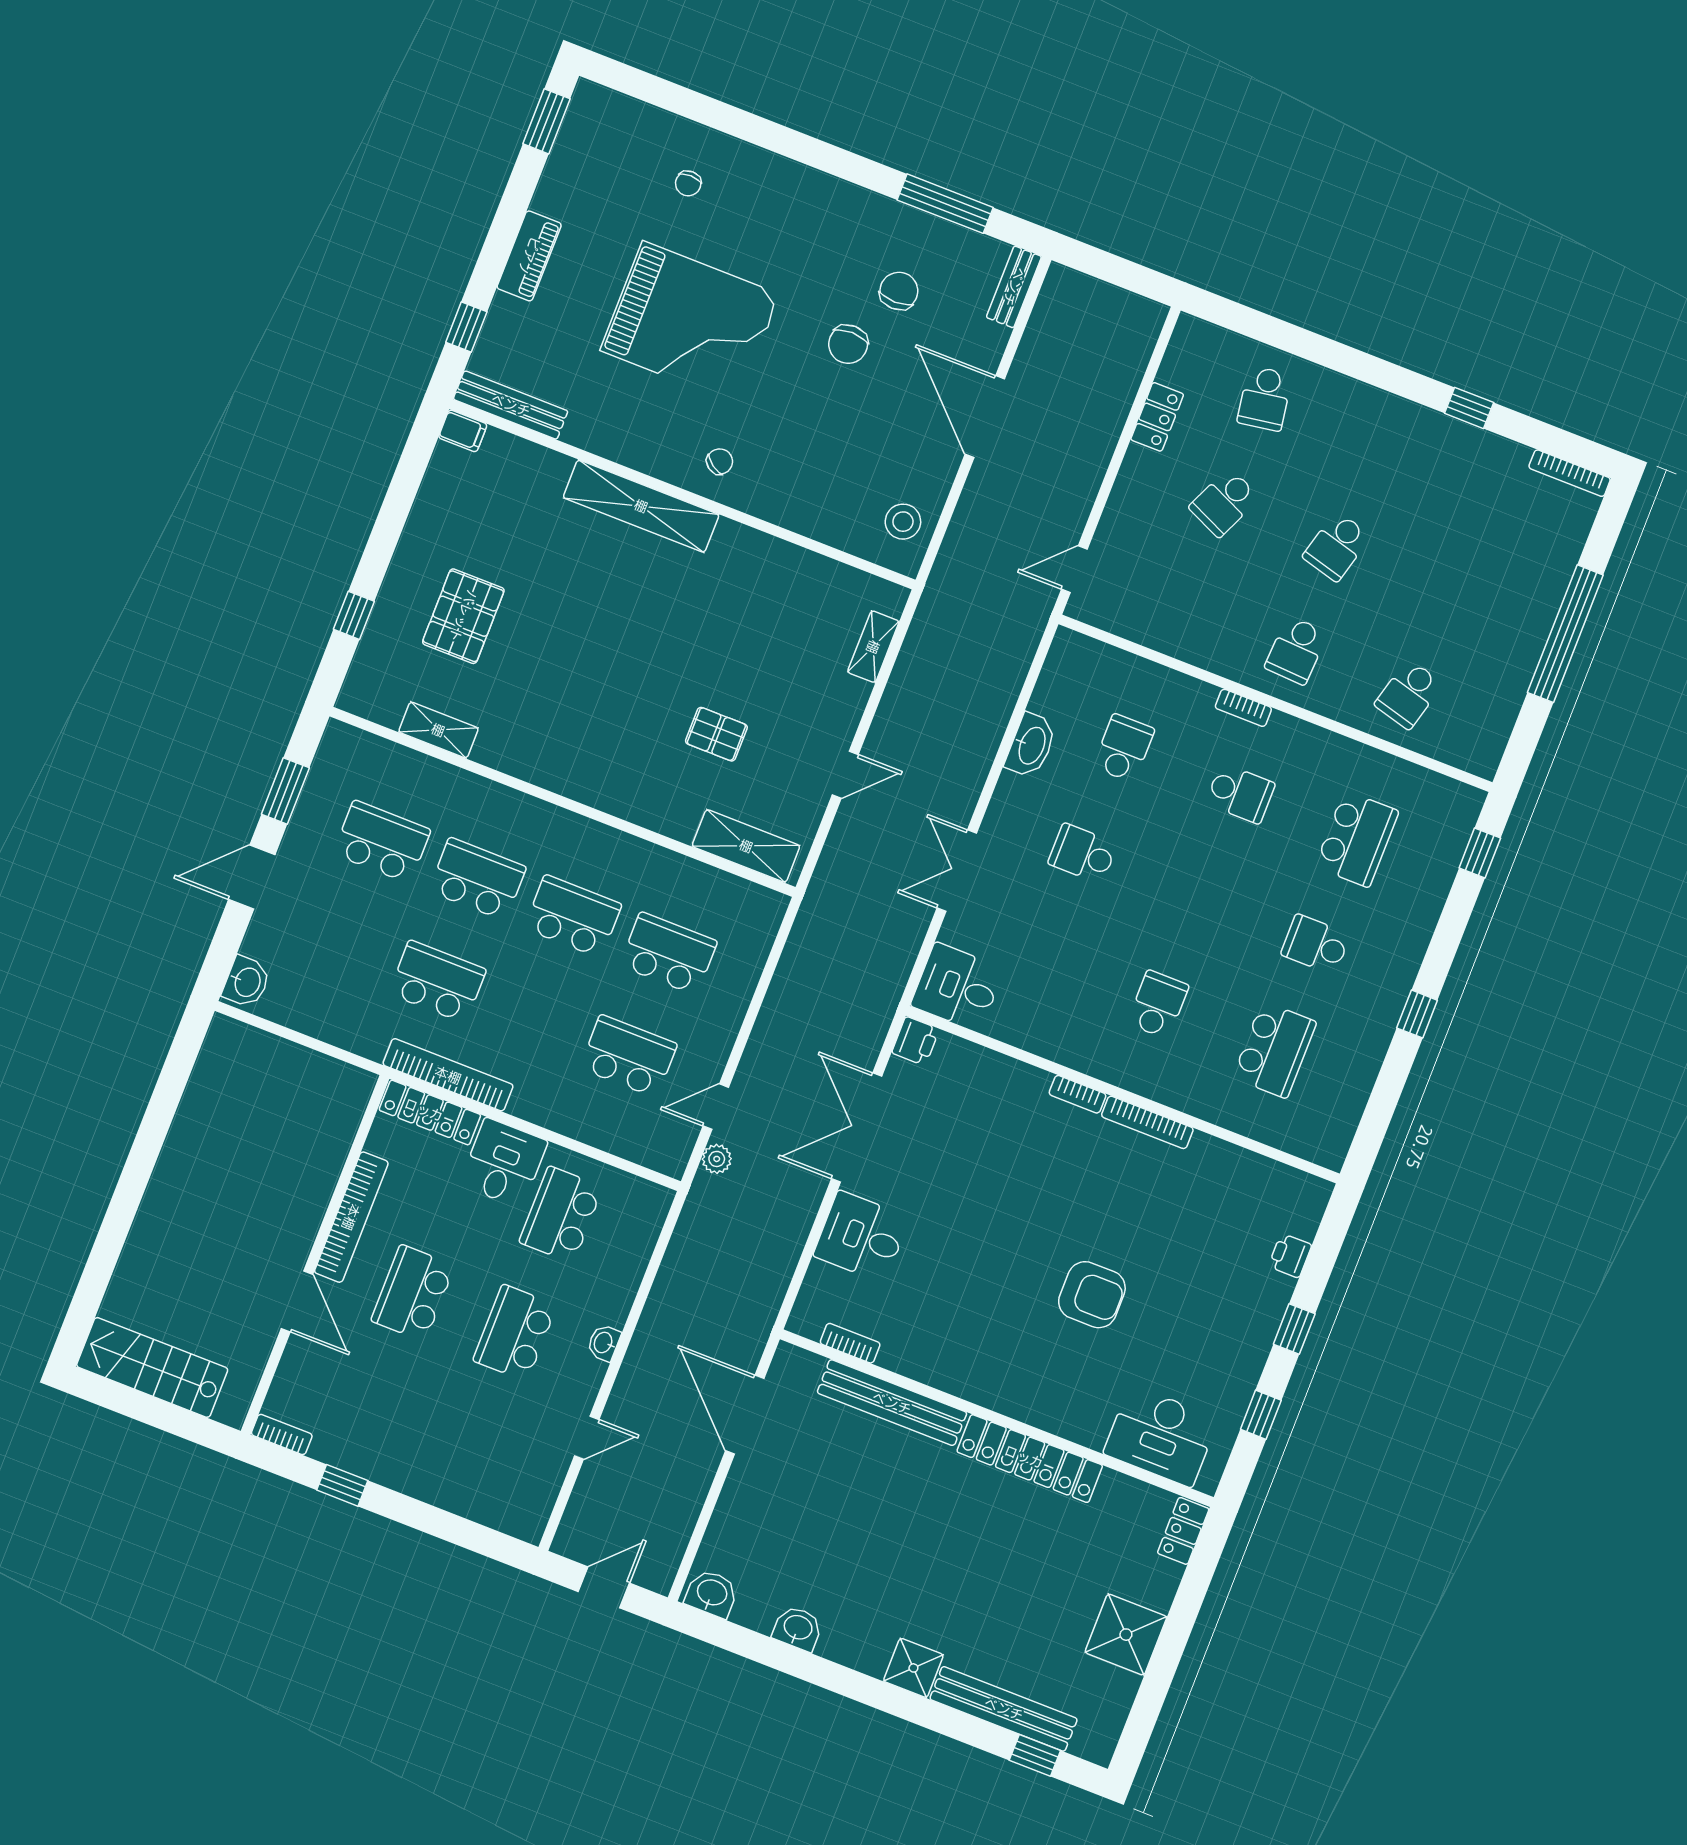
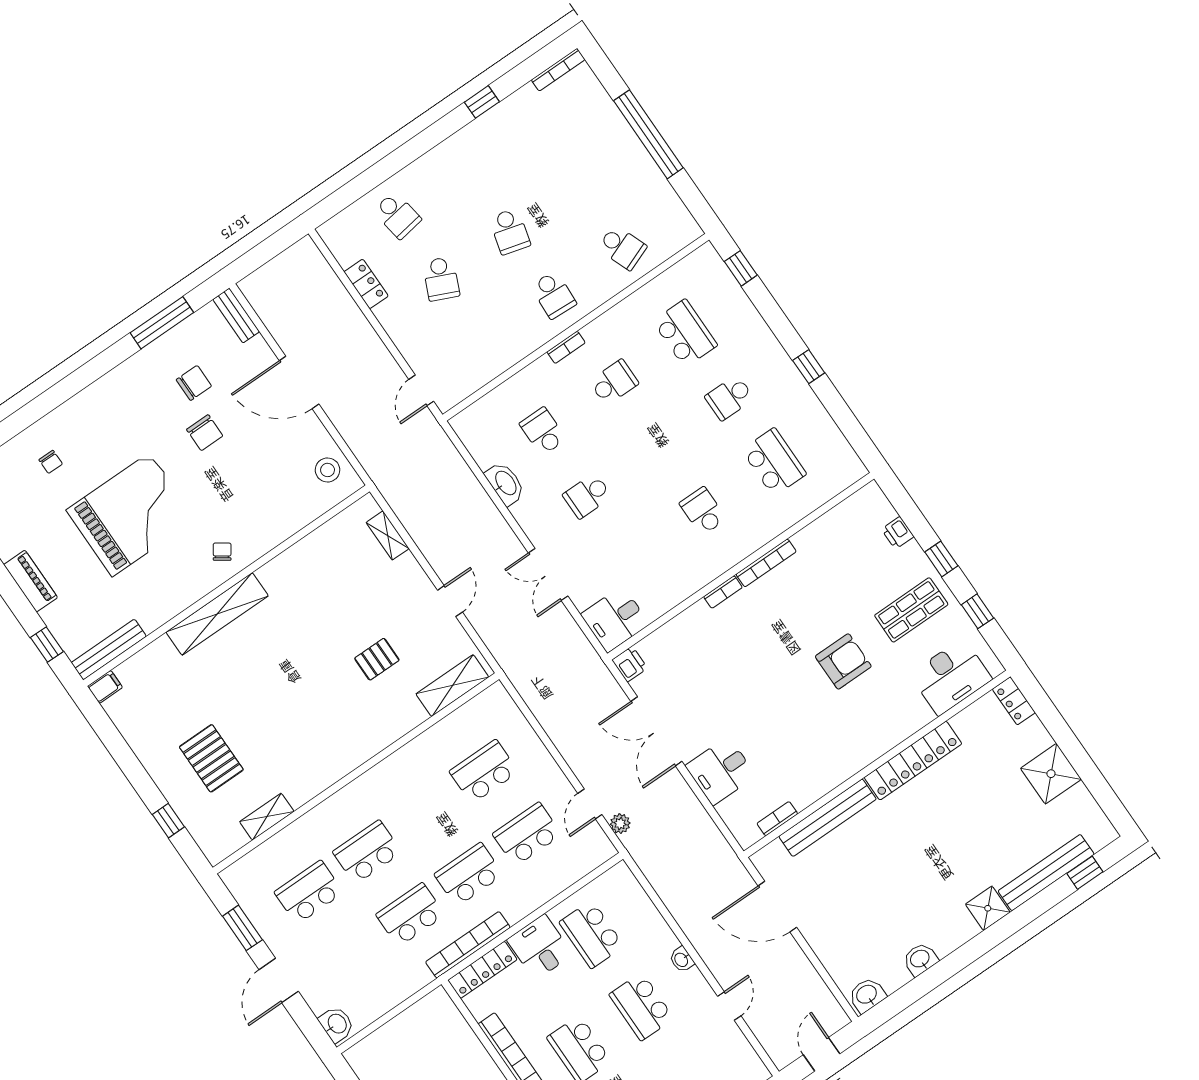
chair: (899, 291) -> (194, 383), turned 90
school desk: (1409, 694) -> (622, 247), turned -36
school desk: (573, 916) -> (469, 874), moved
shop shelf: (1209, 1334) -> (911, 610), added

